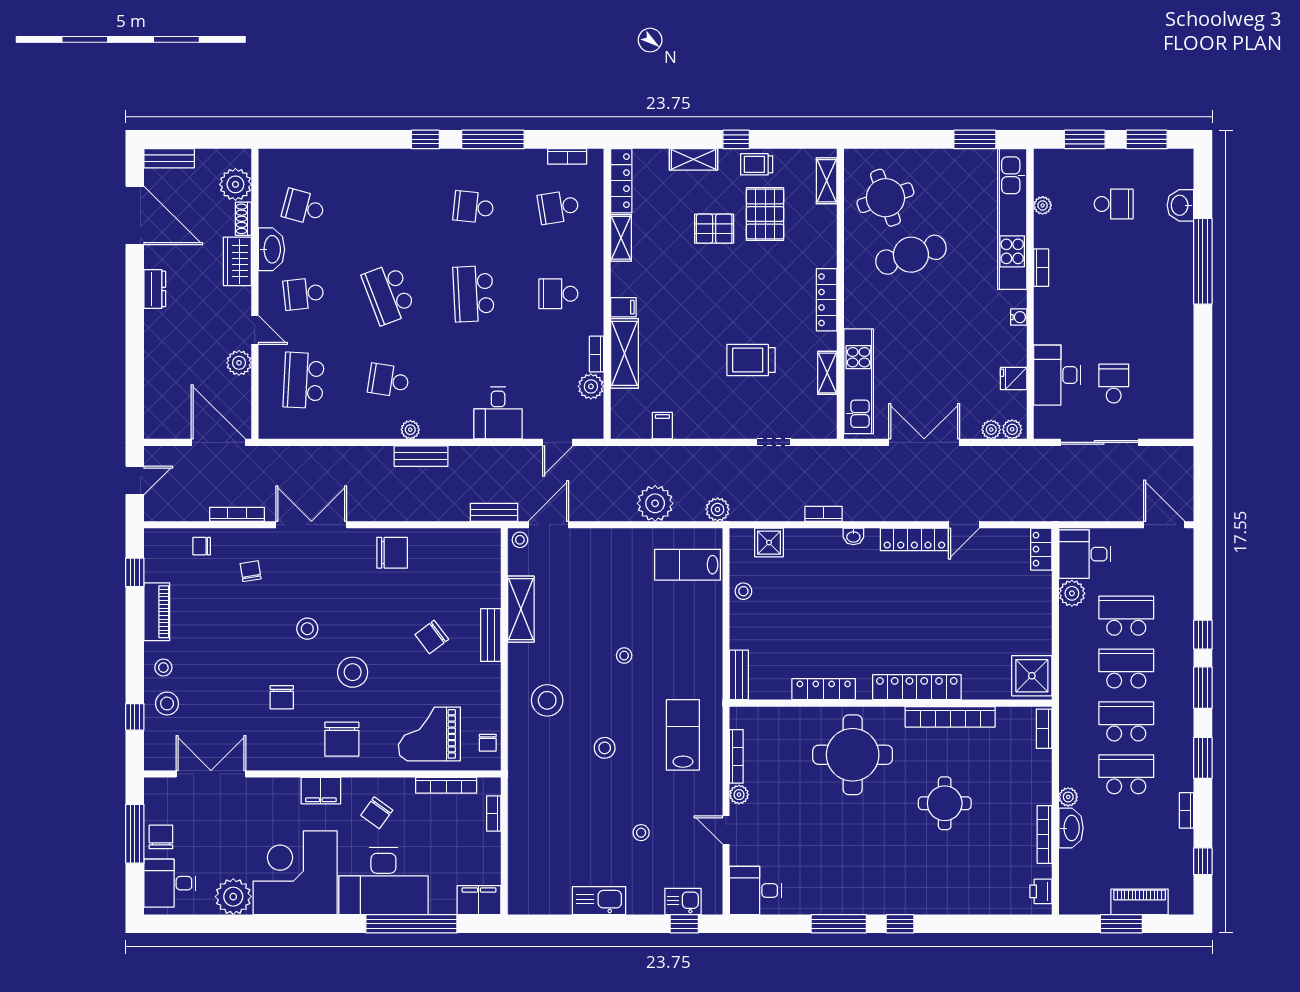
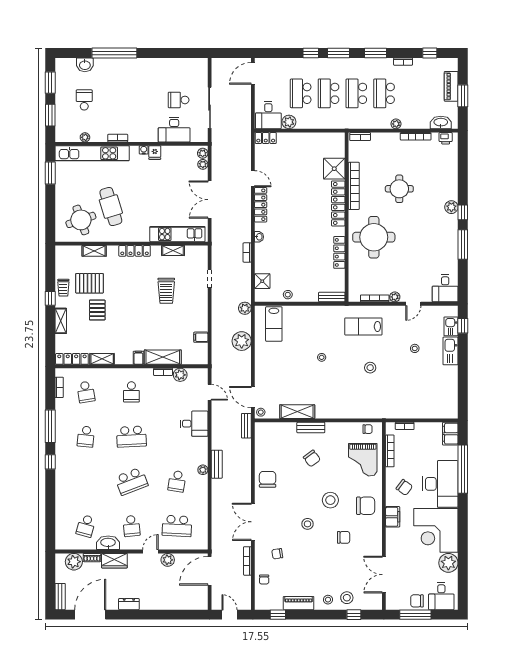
shelving: (827, 181) -> (94, 251), moved
fridge: (1014, 379) -> (155, 153), moved
shower: (1032, 676) -> (334, 169), moved
stool: (547, 700) -> (345, 398), removed
washbasin: (1071, 828) -> (441, 122), moved
kitchen sink: (599, 901) -> (450, 351), moved
plant: (910, 902) -> (451, 207), added

